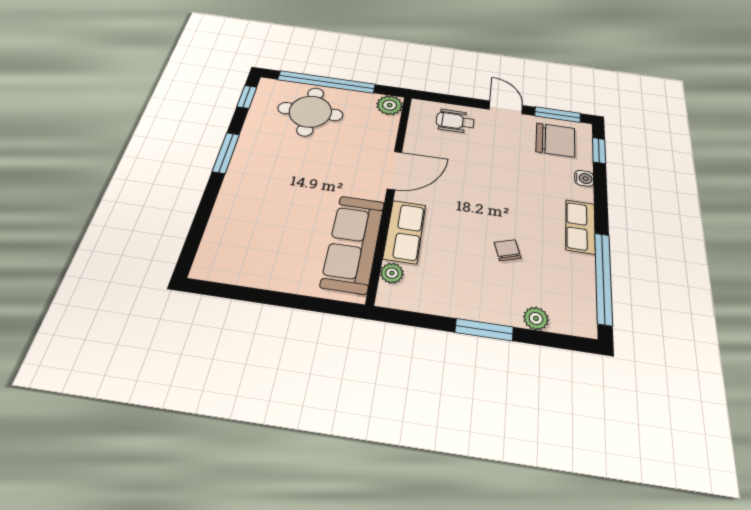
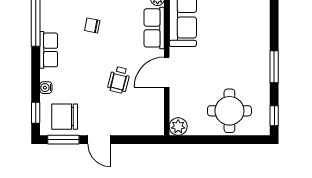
window: (326, 82) -> (224, 140), removed
wheelchair: (455, 121) -> (119, 80), moved, turned 104
chair: (508, 250) -> (92, 25), turned 119

